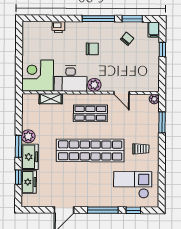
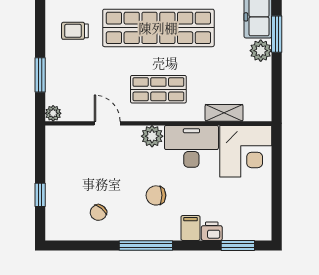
window: (132, 19) -> (238, 245), moved
filing cabinet: (154, 30) -> (190, 228), moved

